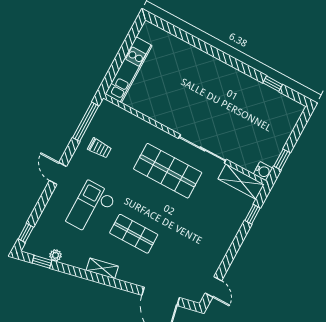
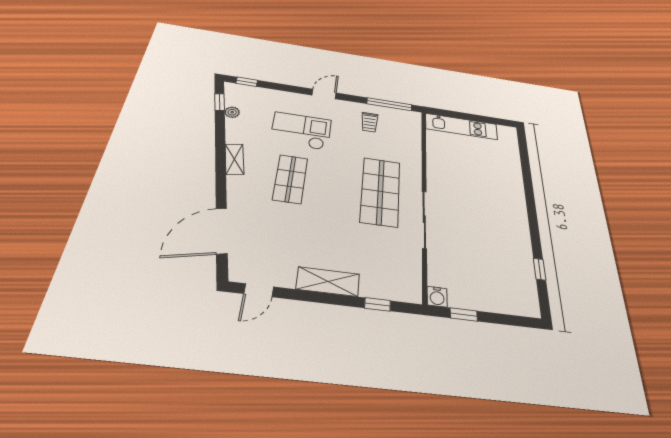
shelving: (241, 182) -> (328, 282), moved, turned 90

